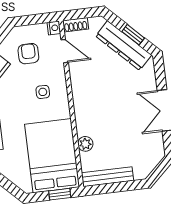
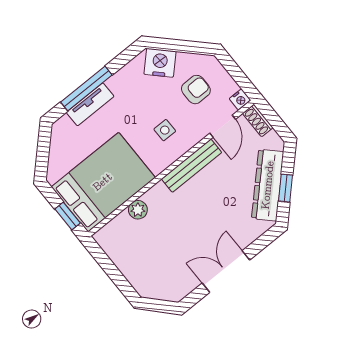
bench: (107, 177) -> (192, 166), moved, turned 90

